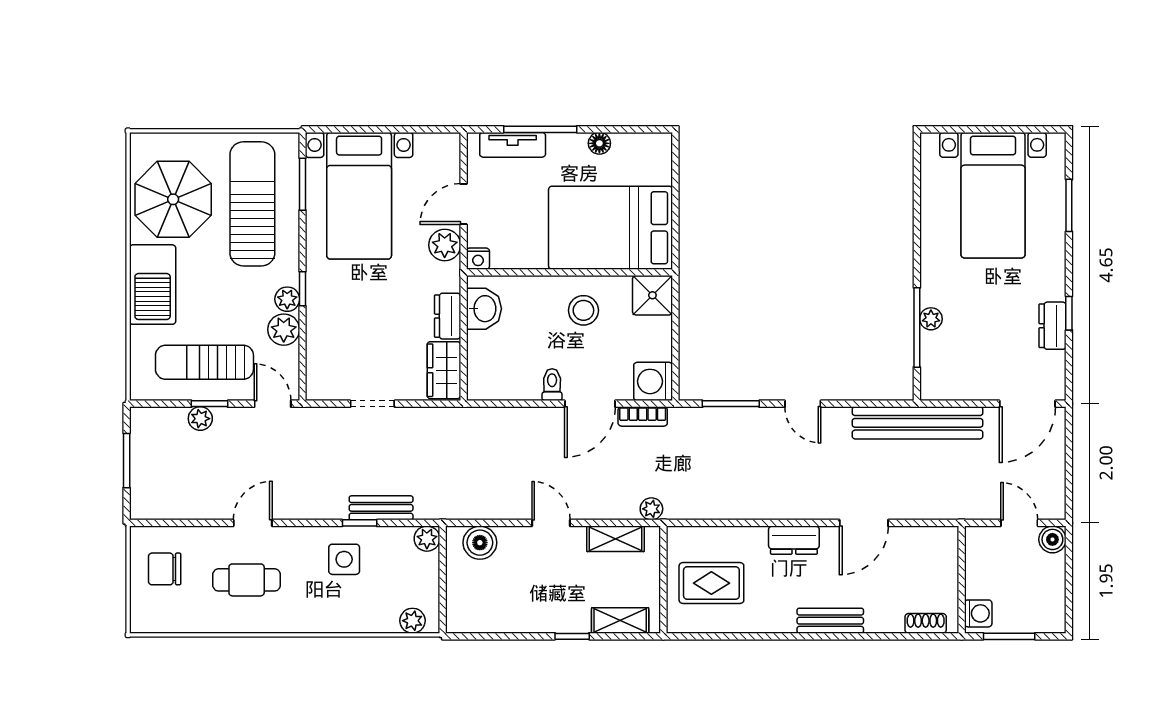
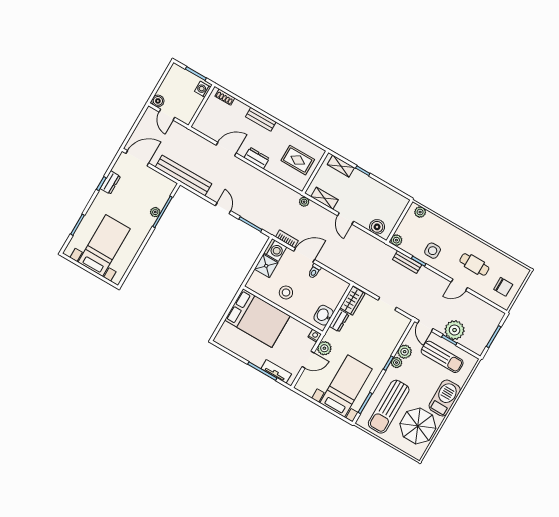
floor lamp: (599, 143) -> (243, 353), removed
shower: (652, 295) -> (266, 266), moved
plant: (200, 419) -> (455, 330), width x1.88, depth x1.88

